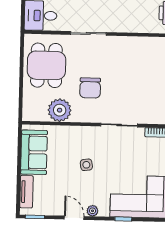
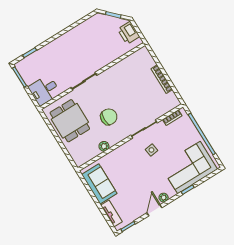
chair: (90, 88) -> (109, 117), turned -90
plant: (60, 110) -> (104, 146), width x0.53, depth x0.53
side table: (86, 165) -> (151, 150), moved
door: (74, 218) -> (154, 210), hinge flipped

